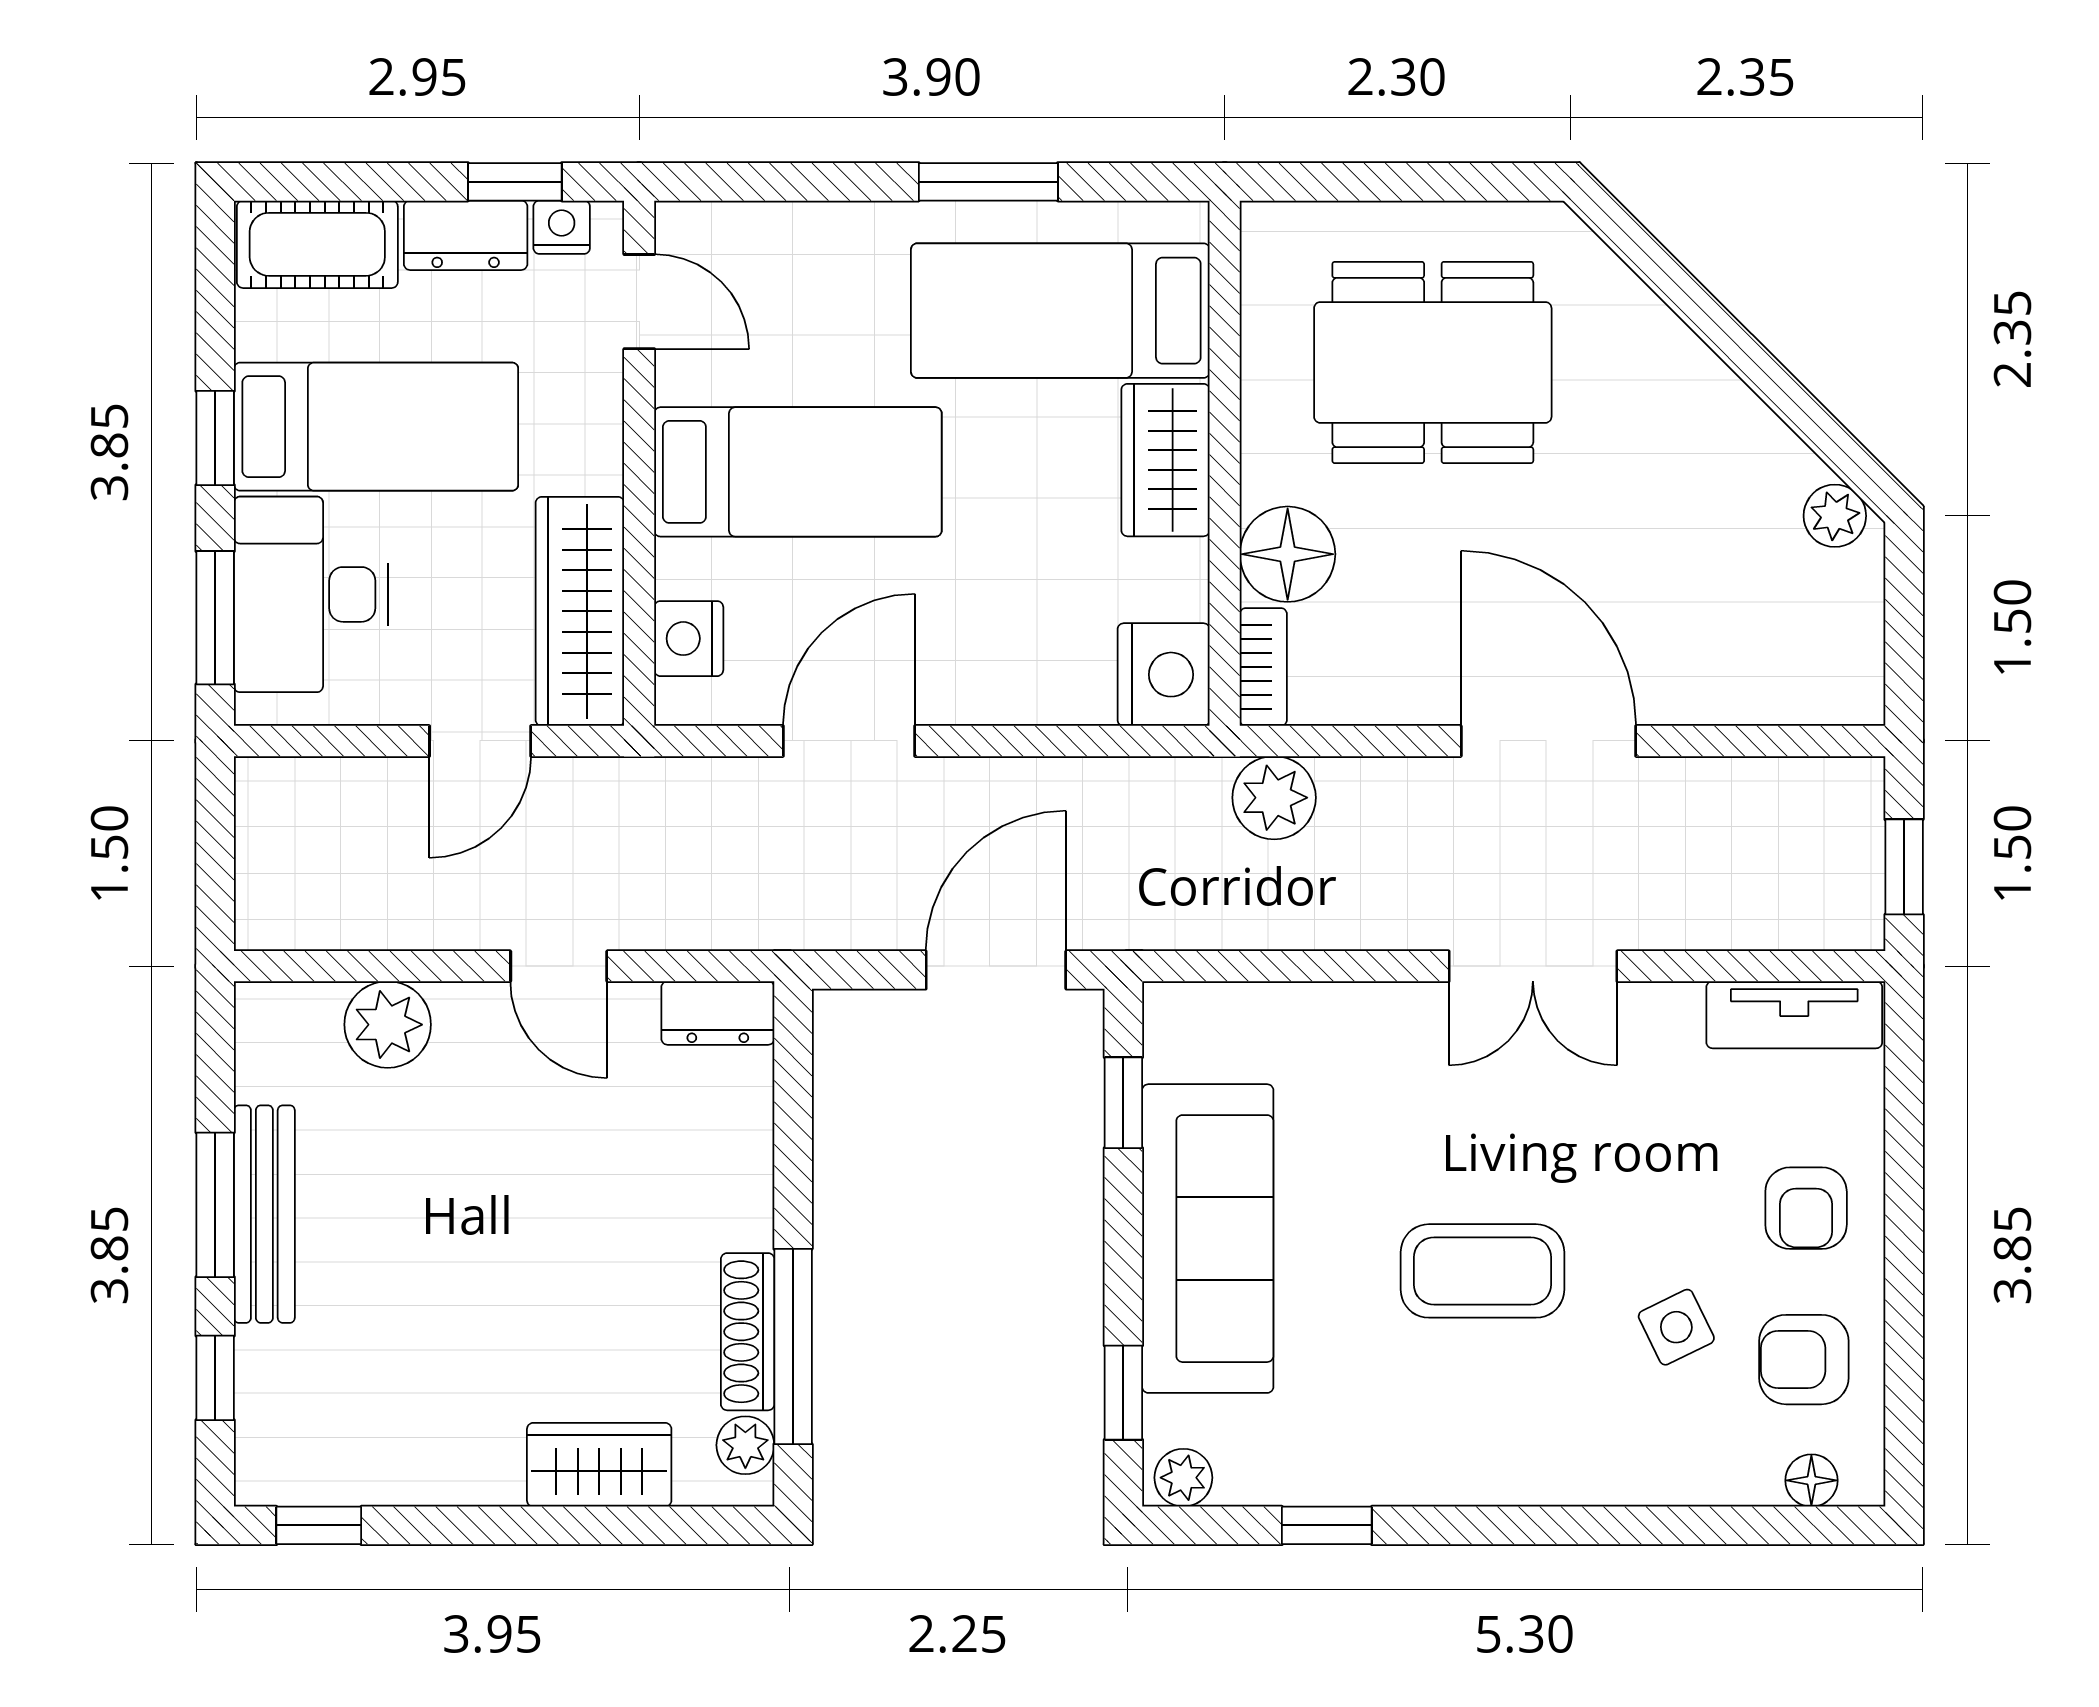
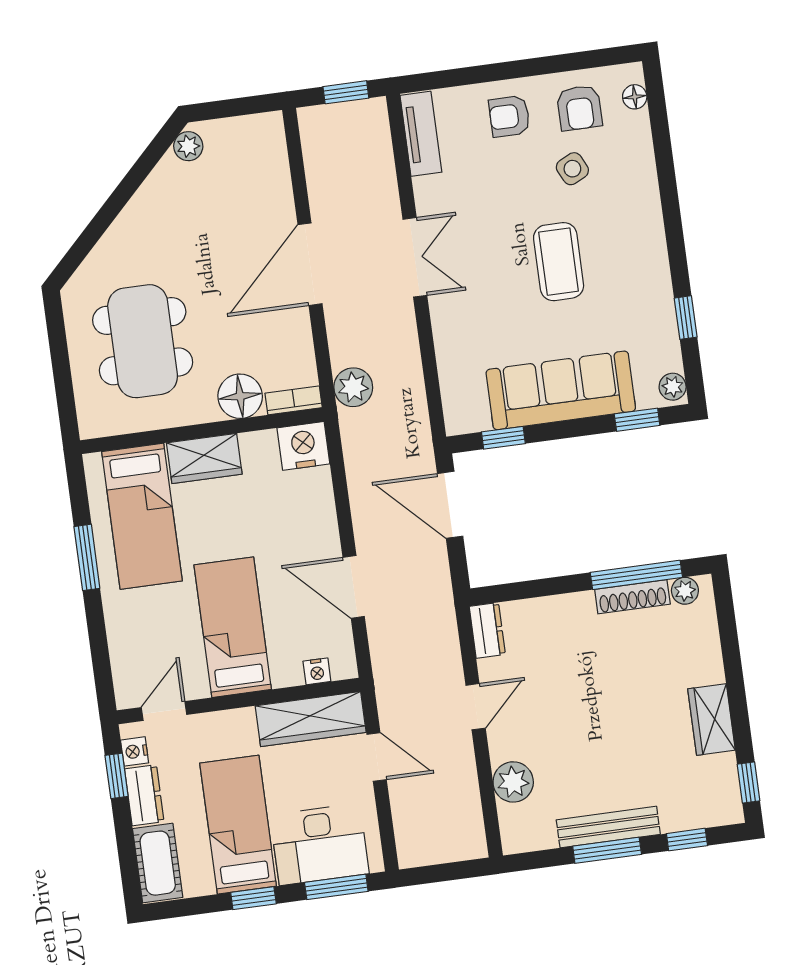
nightstand: (689, 639) -> (317, 671), width x0.72, depth x0.74
armchair: (1806, 1208) -> (509, 116), turned 180
wardrobe: (599, 1465) -> (712, 719), moved

